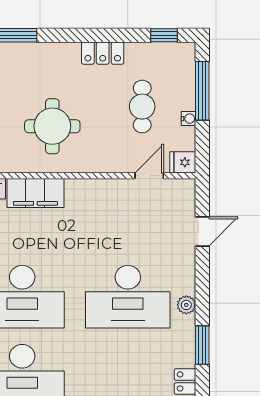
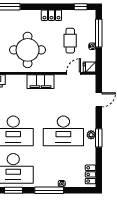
round table: (52, 126) -> (28, 50), width x1.36, depth x1.36
filing cabinet: (35, 193) -> (40, 82), moved
window: (202, 345) -> (99, 138), moved

